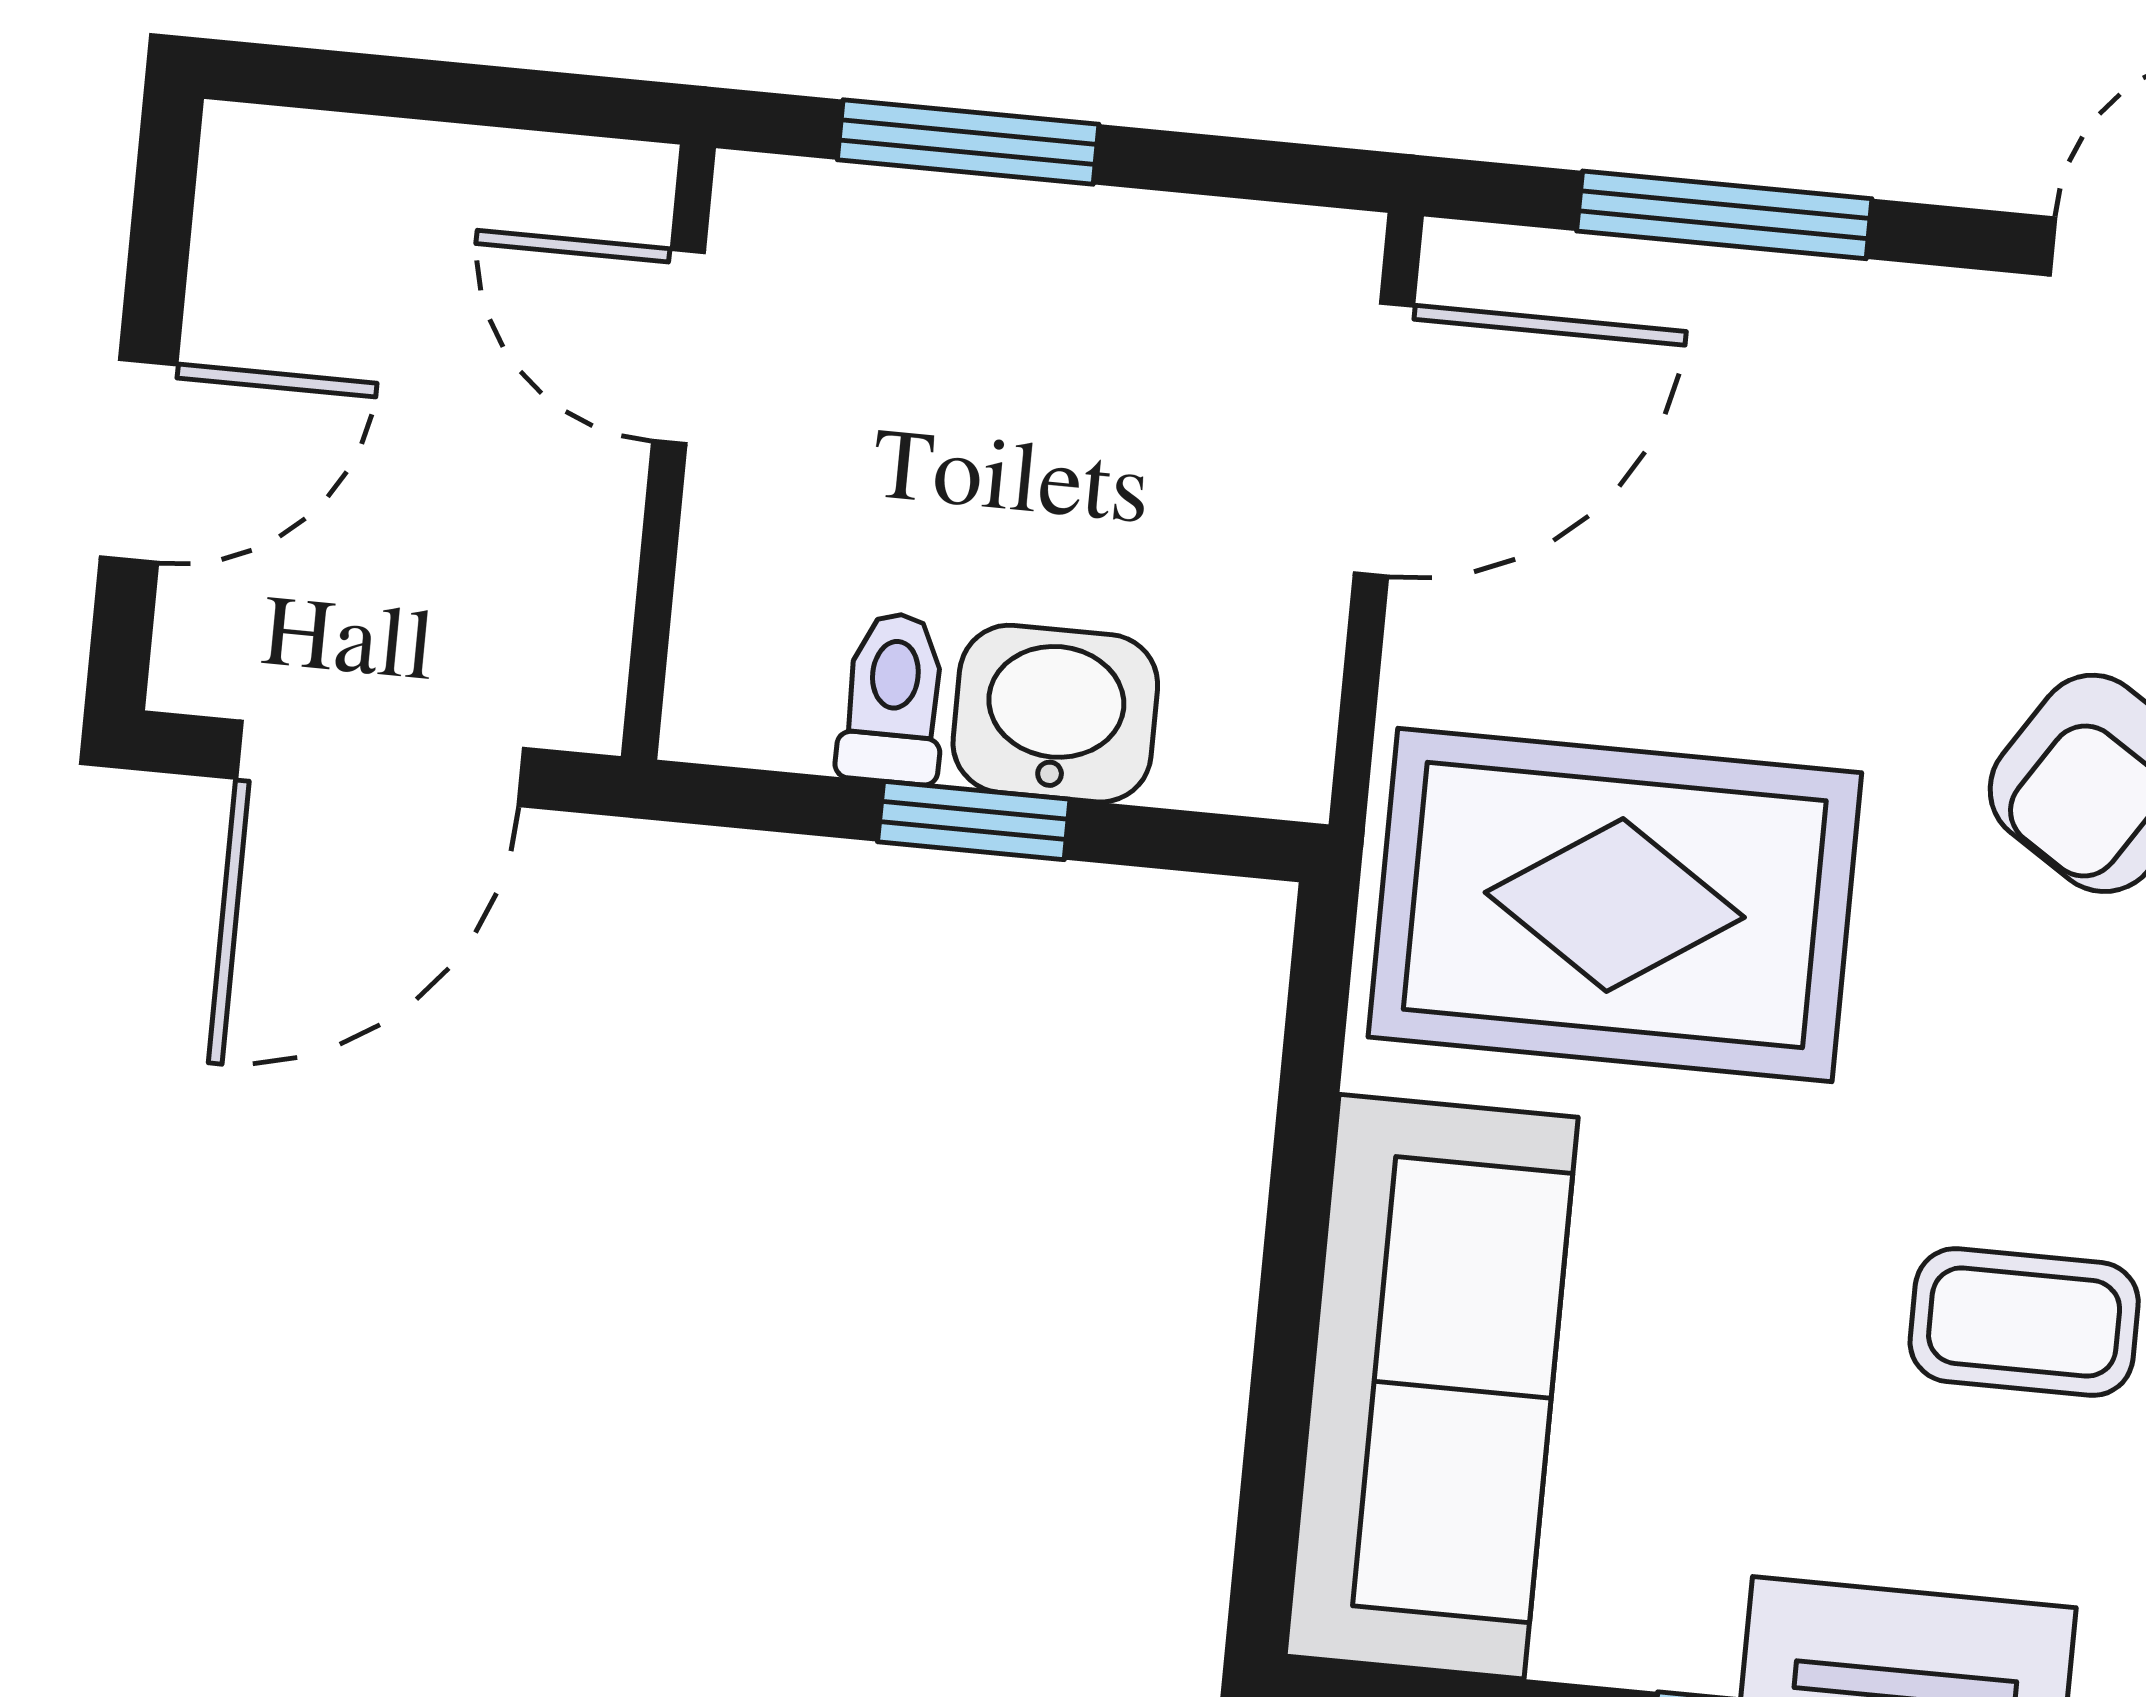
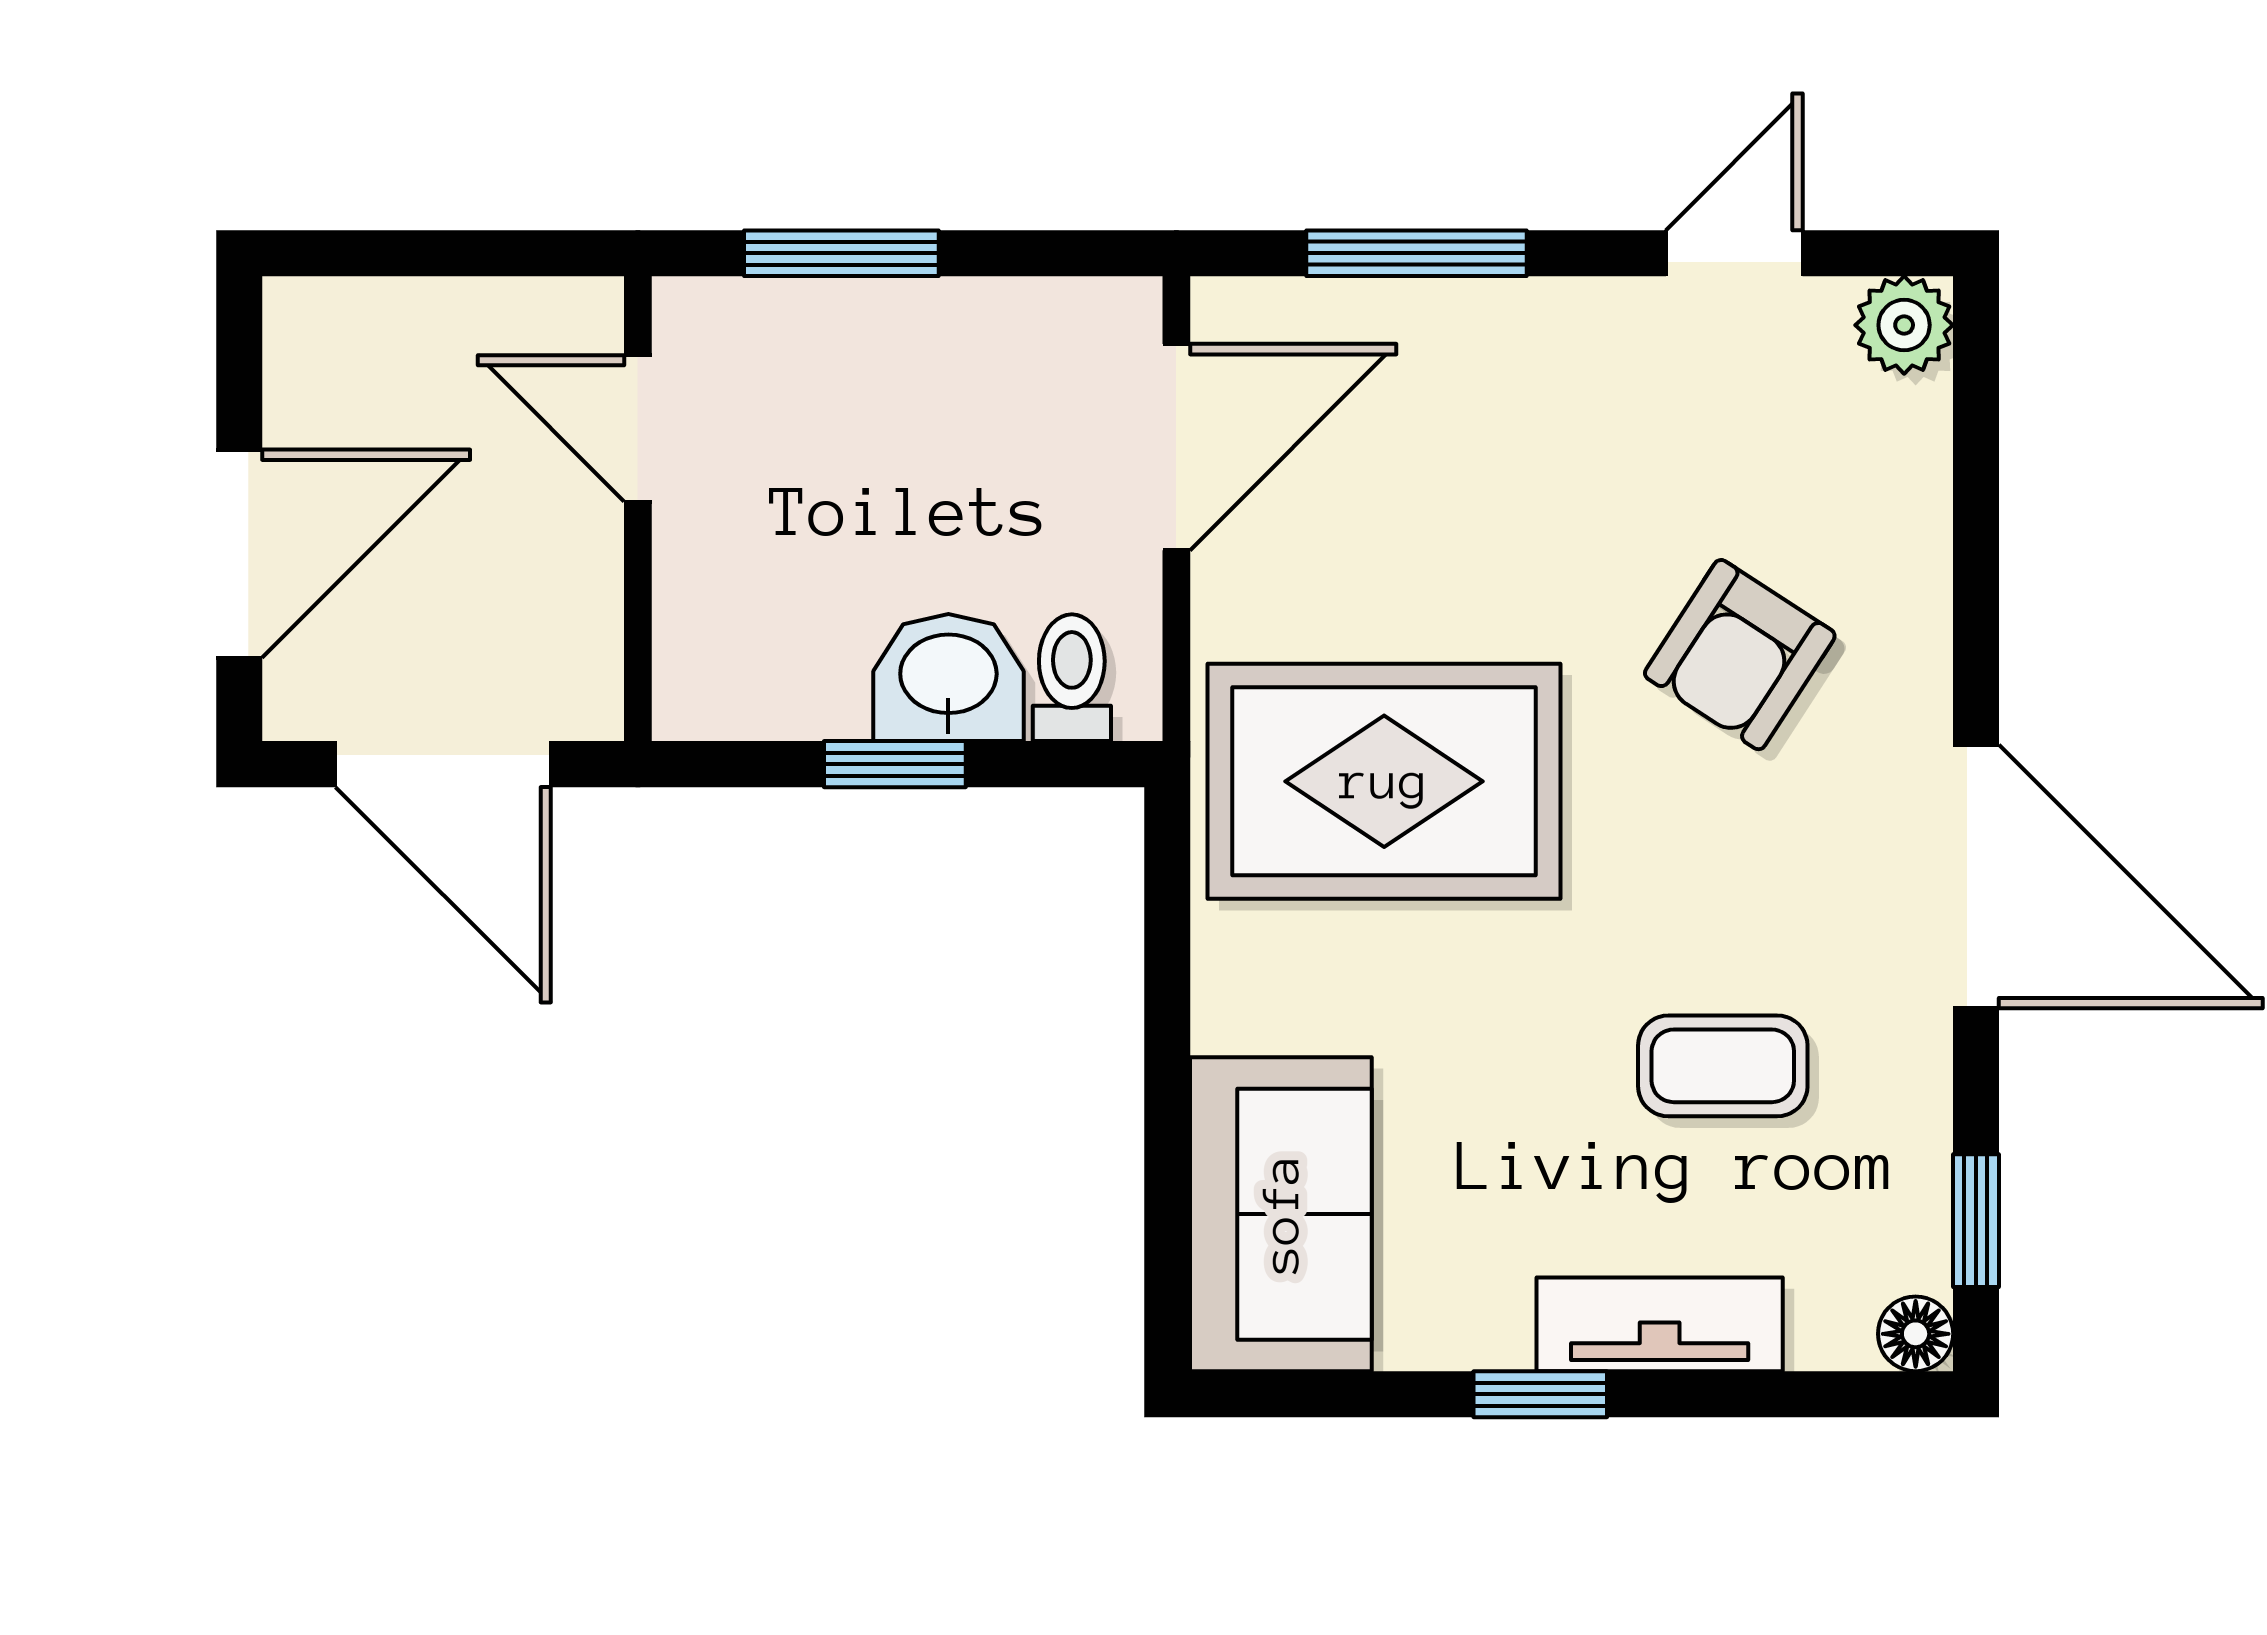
door: (139, 461) -> (239, 554), width x1.38
toilet: (893, 698) -> (1072, 678), moved
door: (380, 763) -> (443, 764), hinge flipped
sofa: (1432, 1387) -> (1281, 1214), width x0.73

